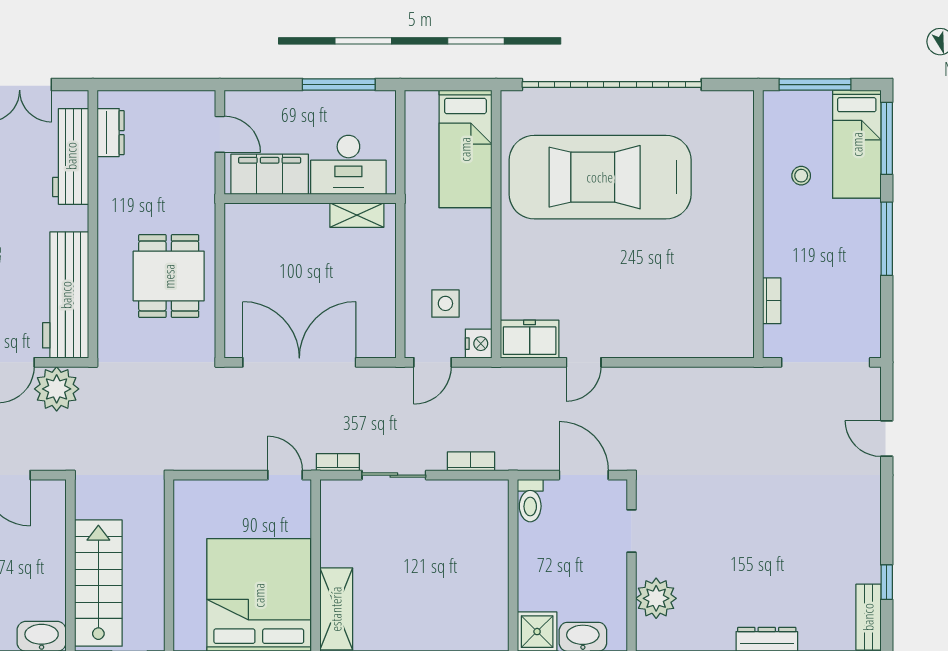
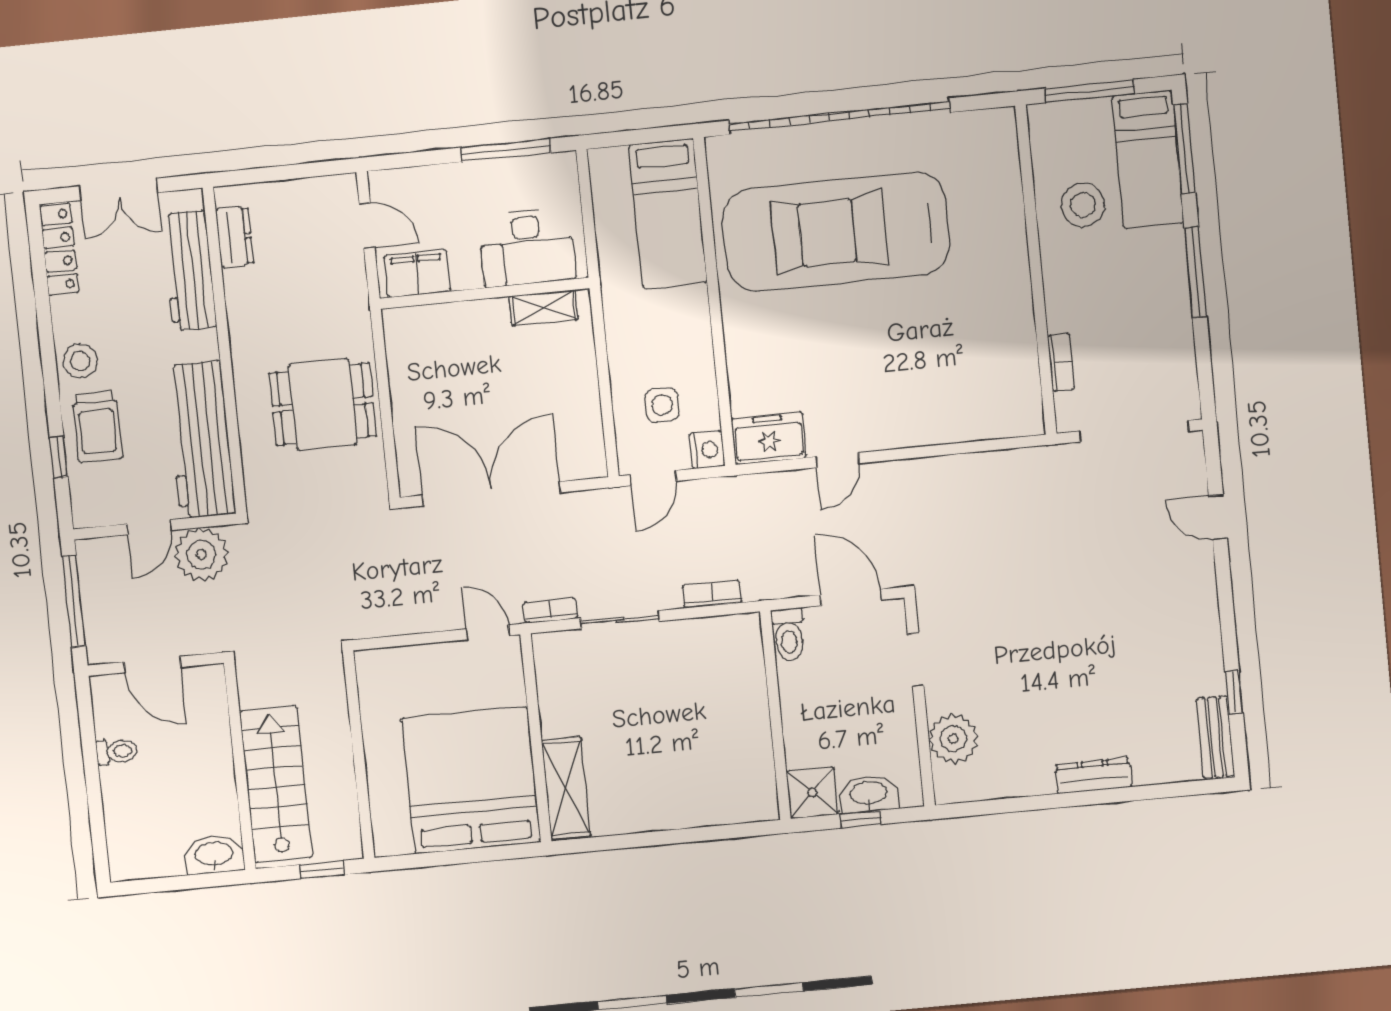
filing cabinet: (270, 174) -> (417, 274), width x0.67, depth x0.86
stool: (801, 176) -> (1083, 205), width x1.89, depth x1.89
dining table: (169, 276) -> (323, 404), turned 90

